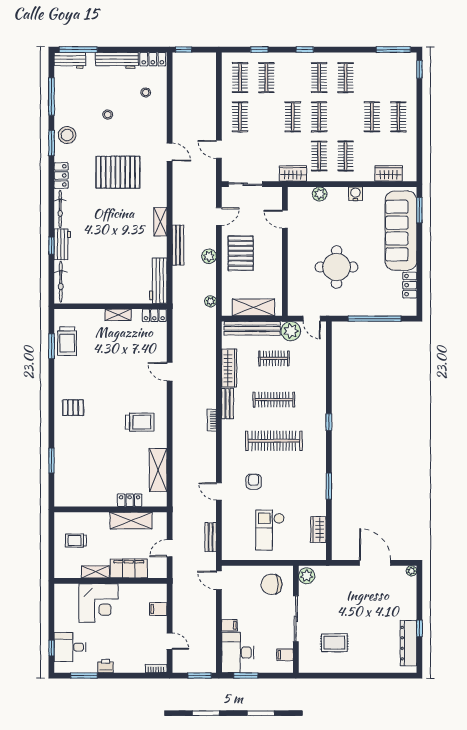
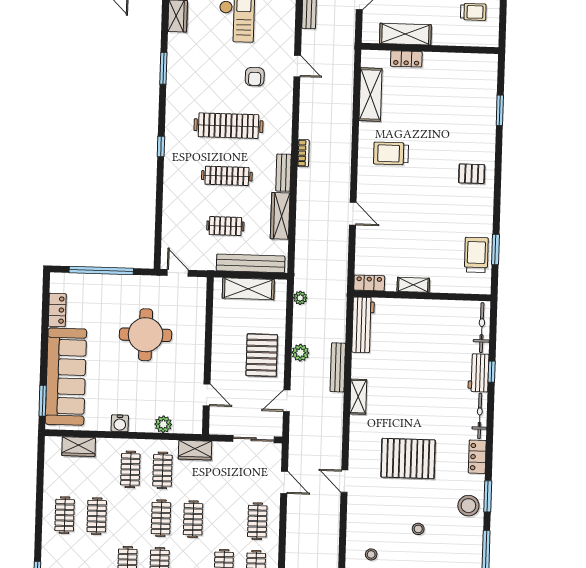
plant: (291, 331) -> (204, 259), removed

